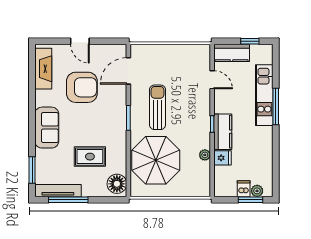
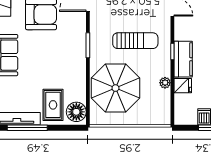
sun lounger: (157, 107) -> (135, 41), moved, turned 90
rug: (90, 157) -> (53, 105), moved, turned 90

